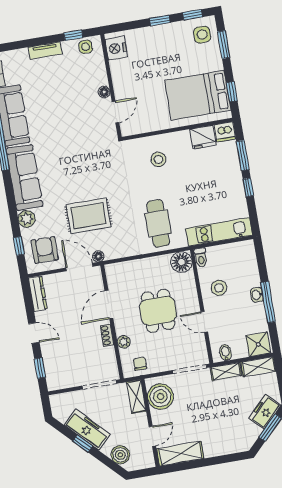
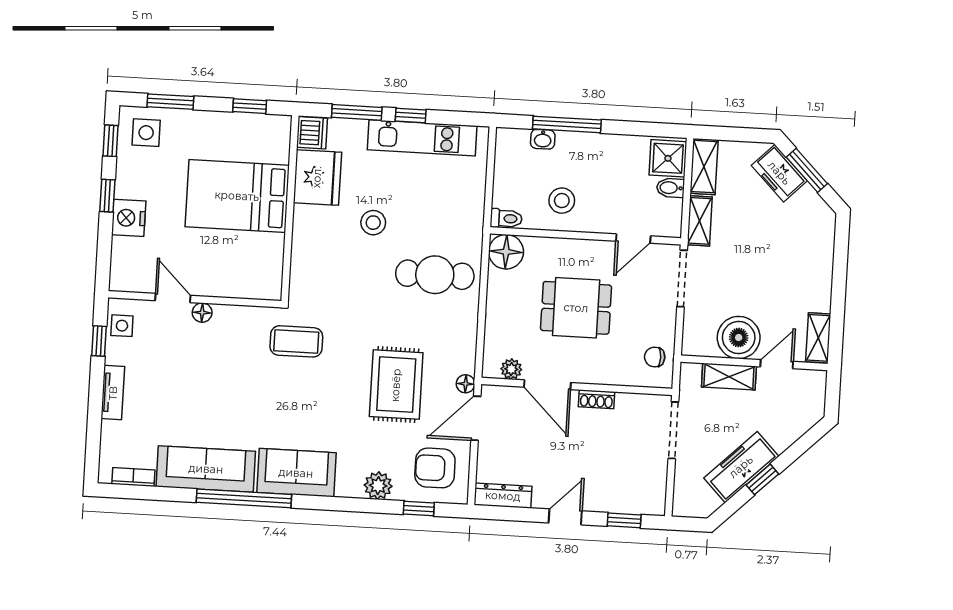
nightstand: (116, 48) -> (129, 218), moved, turned 90
bed: (198, 95) -> (237, 196), moved, turned 90
door: (115, 112) -> (173, 298), moved
fridge: (203, 137) -> (317, 177), width x1.36, depth x1.34
coffee table: (100, 151) -> (296, 341), added
stool: (158, 159) -> (373, 223), moved
sofa: (25, 177) -> (296, 473), width x0.73
kitchen unit: (219, 232) -> (422, 138), moved, turned -90
washbasin: (257, 295) -> (543, 139), moved
window: (268, 302) -> (567, 124), moved
door: (204, 322) -> (633, 239), moved
plant: (124, 342) -> (511, 369), moved
bidet: (225, 353) -> (671, 188), moved
shelving: (136, 396) -> (729, 377), moved
boiler: (160, 396) -> (739, 338), moved
door: (152, 436) -> (777, 364), hinge flipped
shelving: (180, 454) -> (818, 338), width x0.67, depth x0.75
boiler: (120, 455) -> (795, 423), removed

